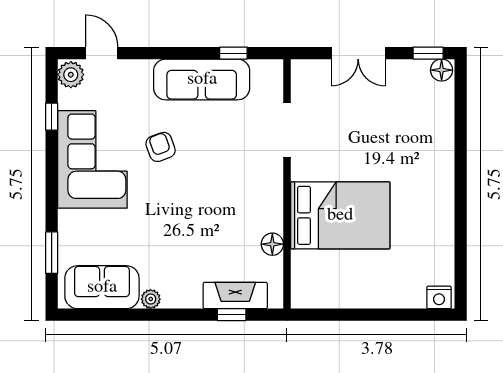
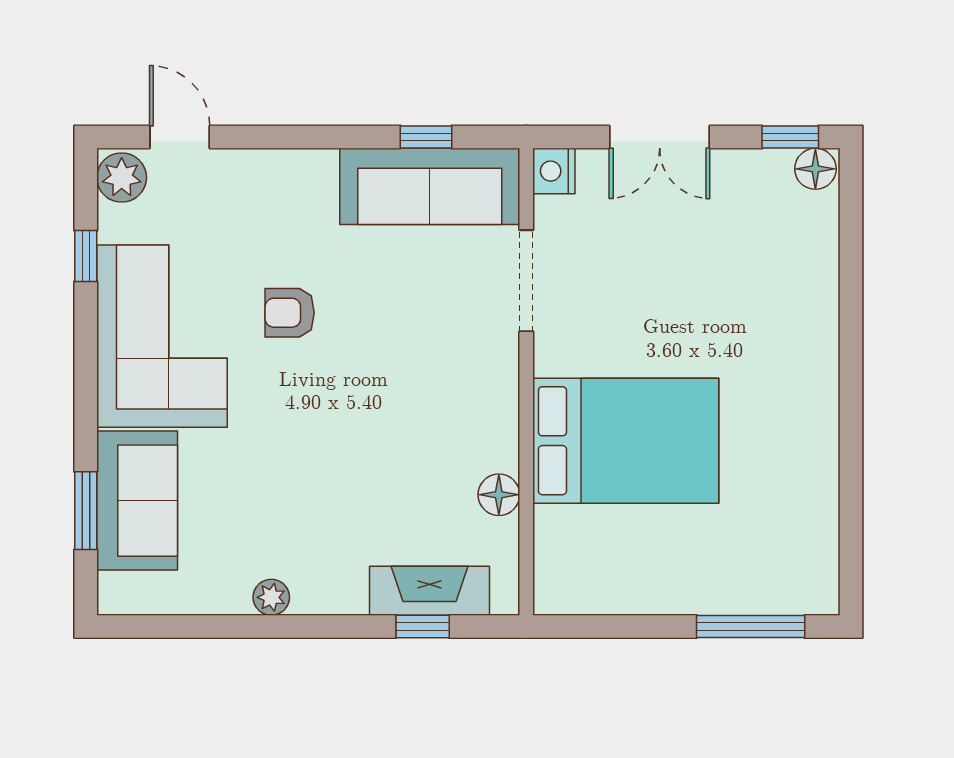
sofa: (202, 79) -> (430, 186), moved
armchair: (161, 147) -> (290, 313), turned -70
sofa: (102, 287) -> (137, 501), moved, turned 90
nightstand: (439, 297) -> (554, 171), moved, turned 90
window: (407, 315) -> (751, 626), added

